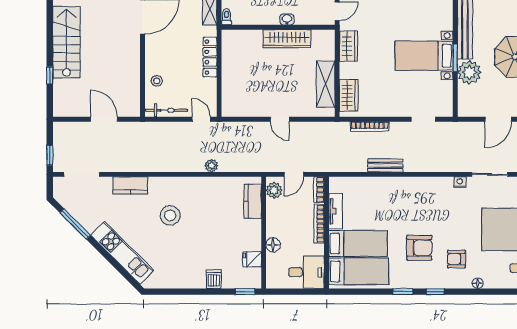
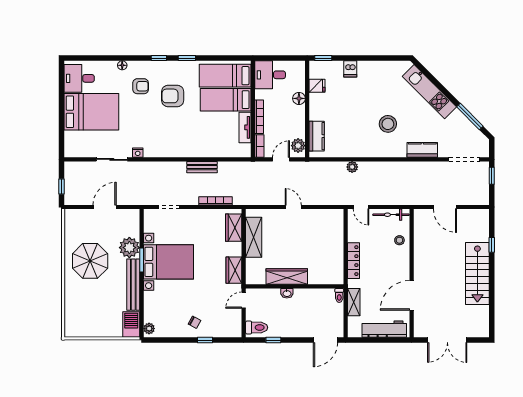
bed with nightstands: (424, 56) -> (168, 262), width x1.36

